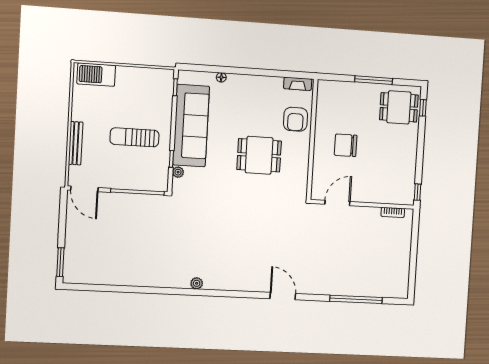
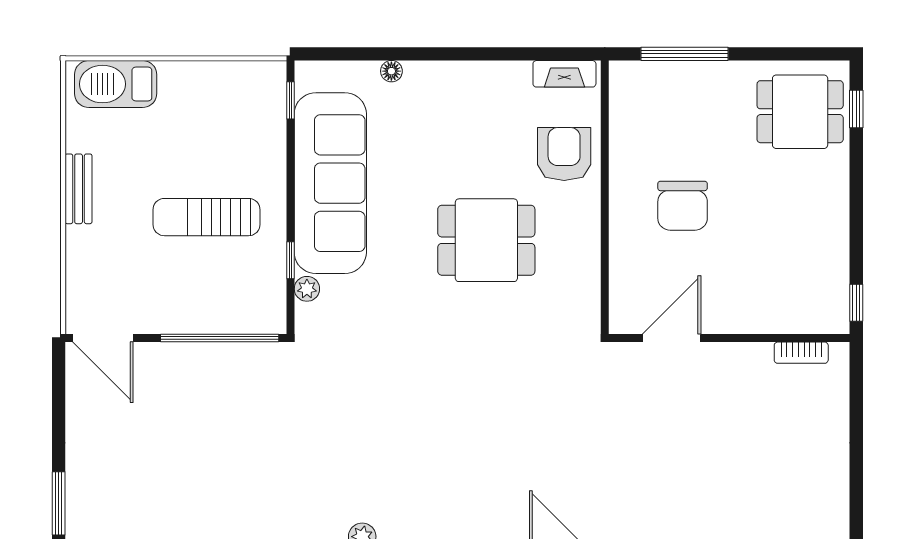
window: (374, 80) -> (684, 54), moved
armchair: (295, 119) -> (564, 154), turned 180
bench: (76, 143) -> (79, 189), moved, width x0.73
chair: (346, 145) -> (683, 206), turned -90

